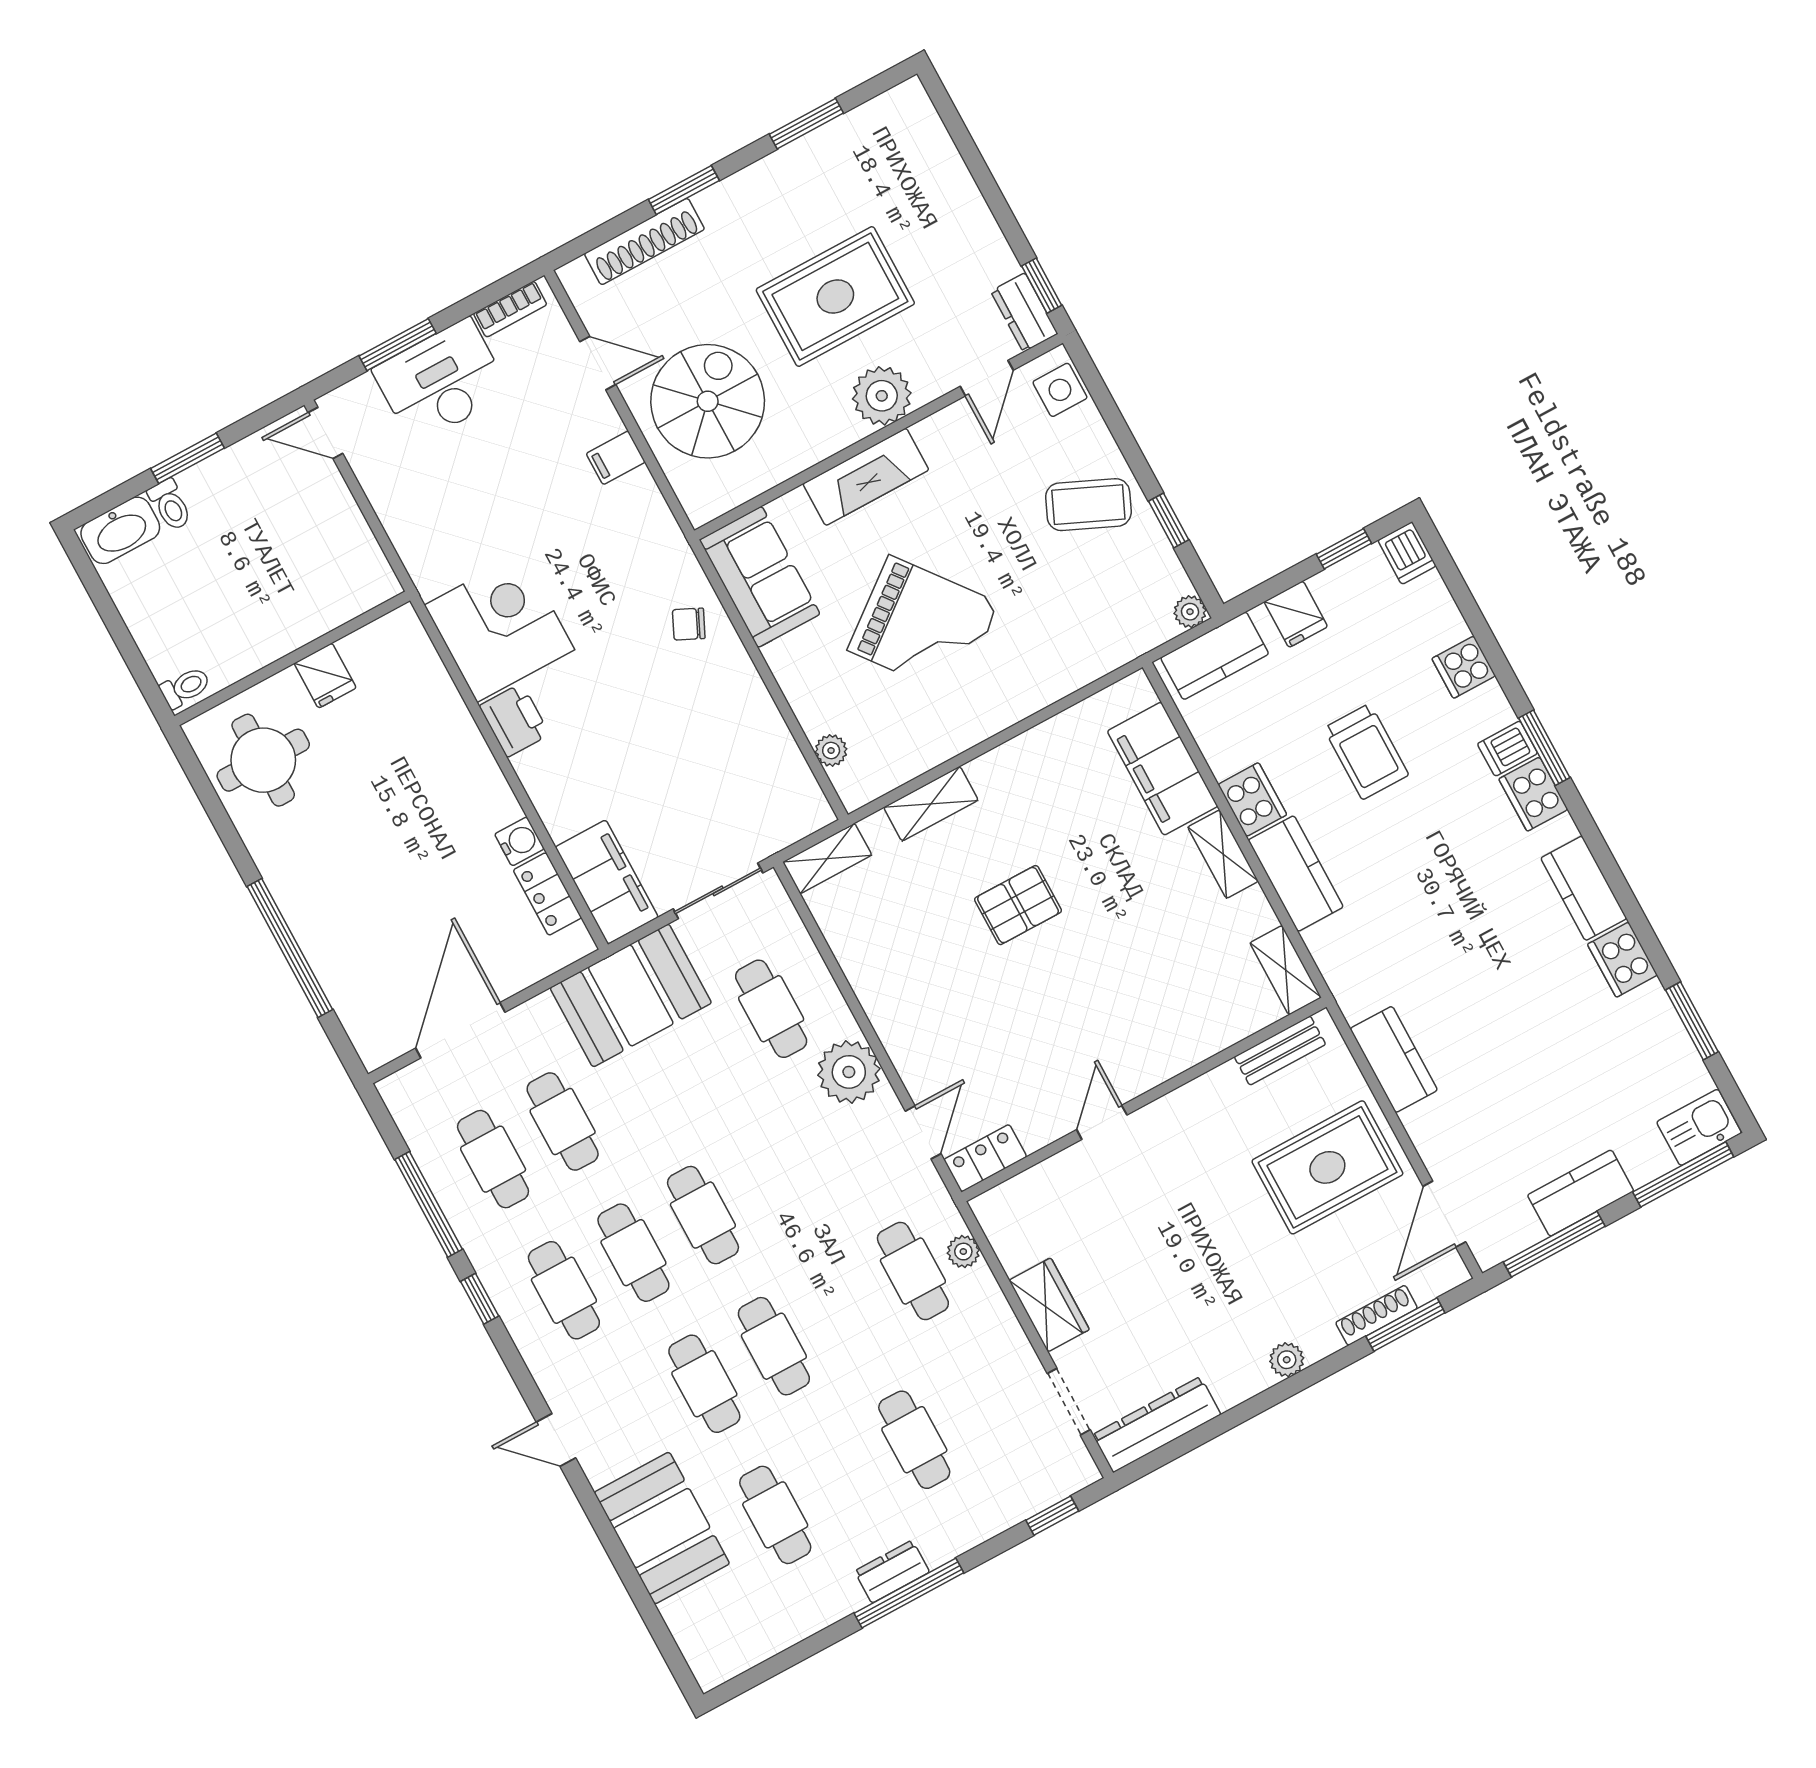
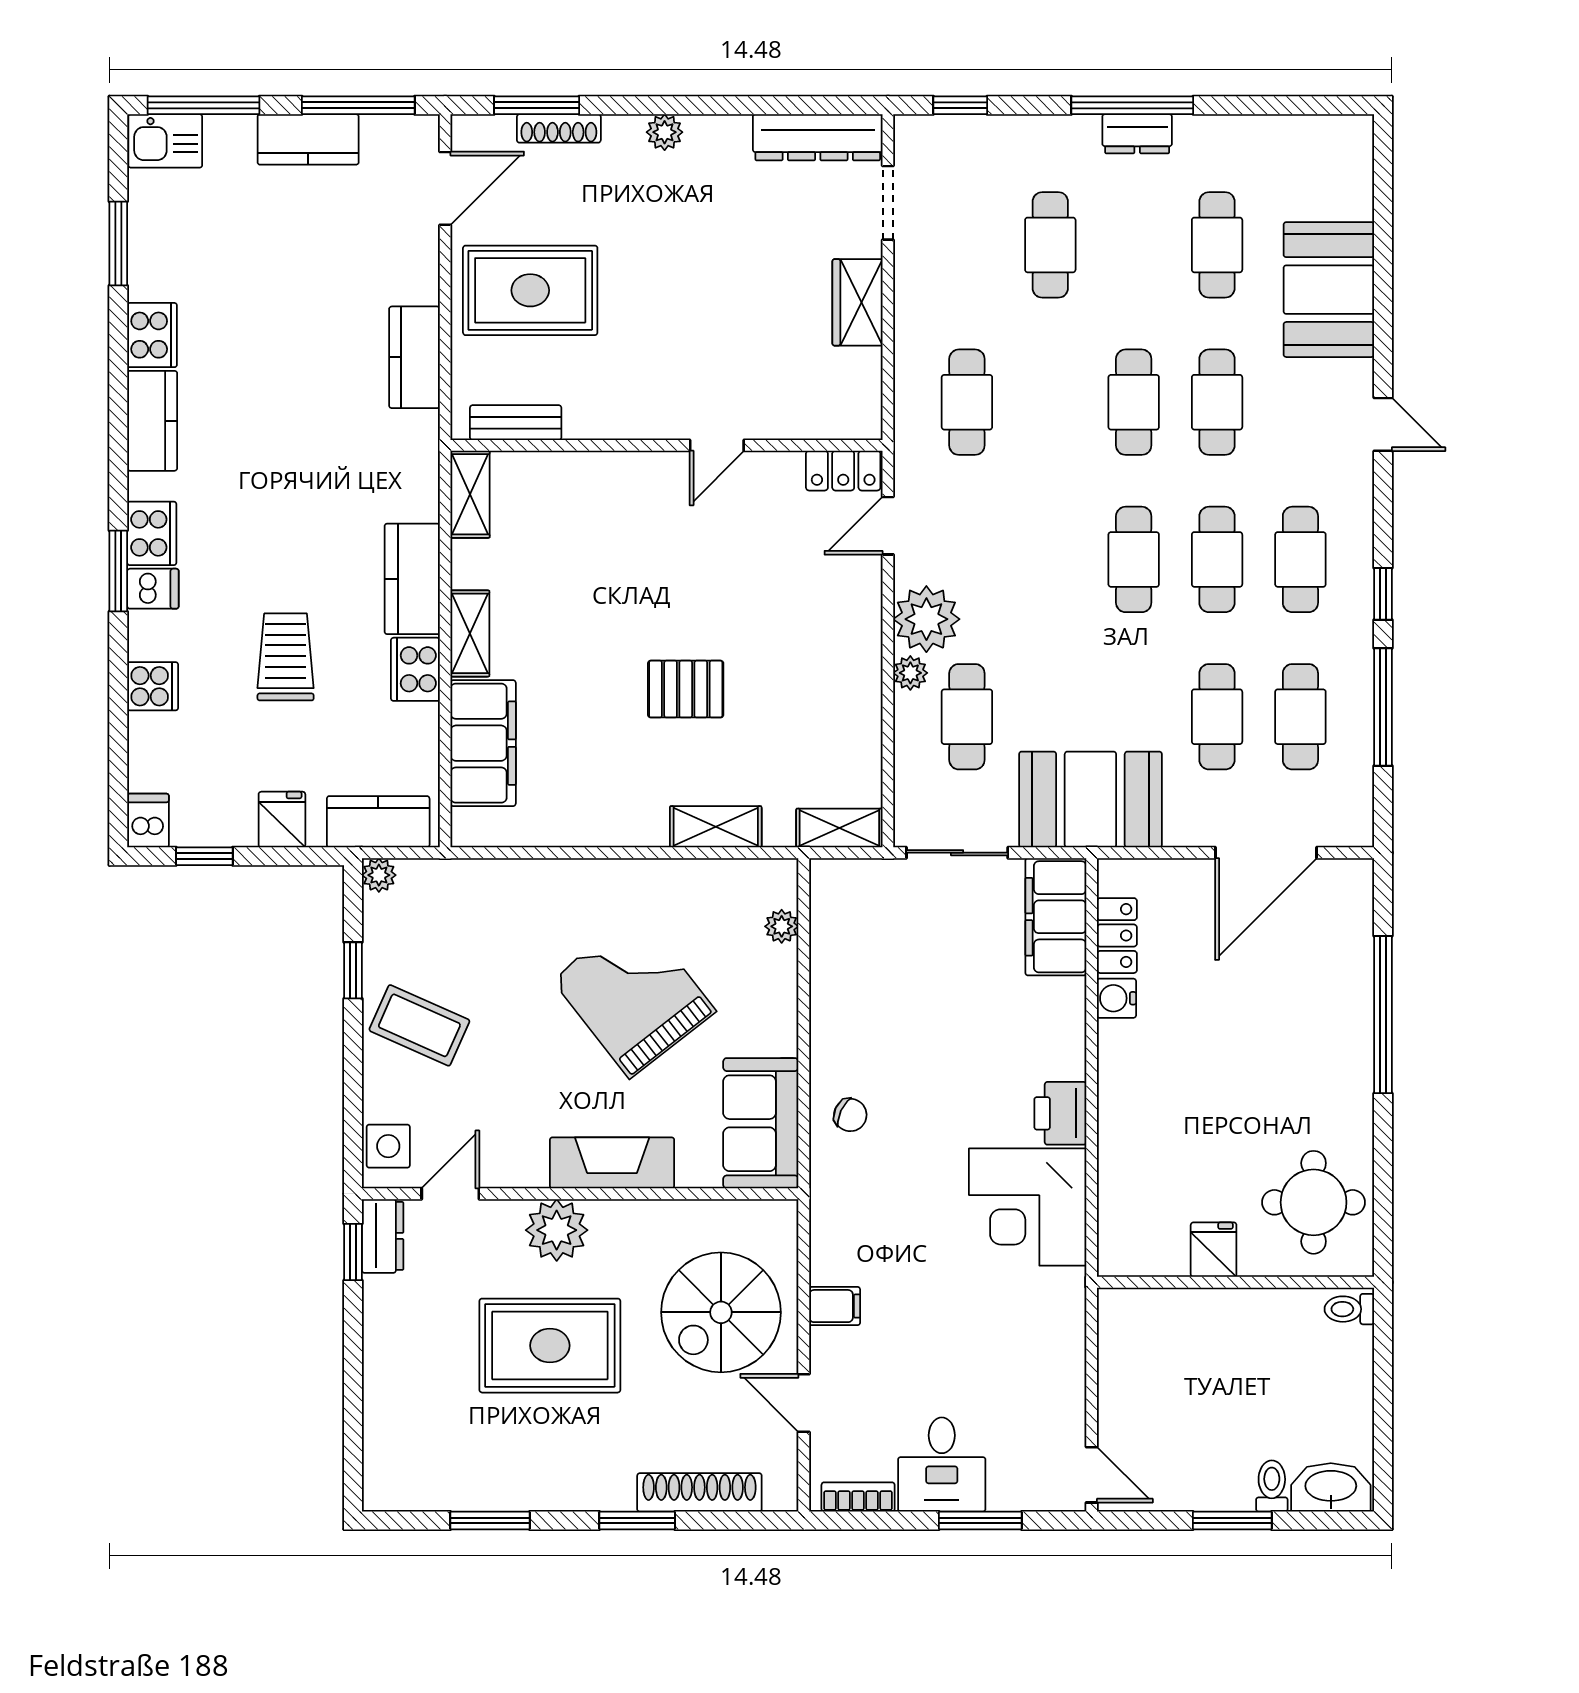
desk: (441, 381) -> (942, 1465), width x0.73
plant: (963, 1252) -> (910, 673), moved

